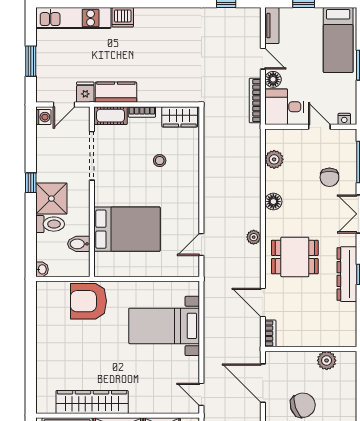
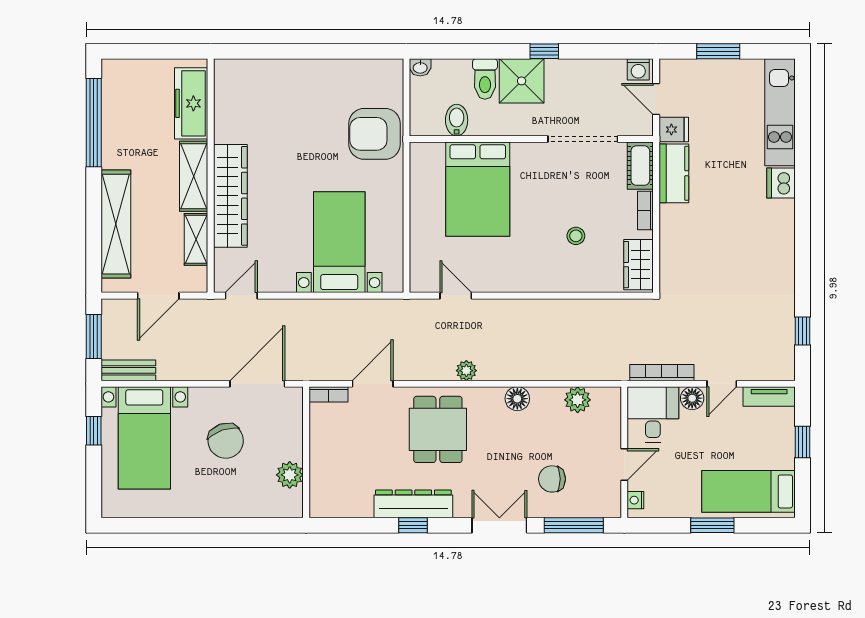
armchair: (88, 301) -> (375, 134), turned -90
wardrobe: (92, 402) -> (230, 196), moved

